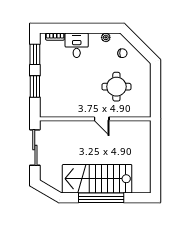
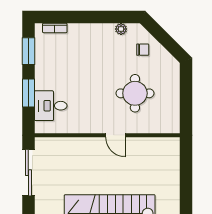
desk: (77, 45) -> (51, 106), moved, turned -90

